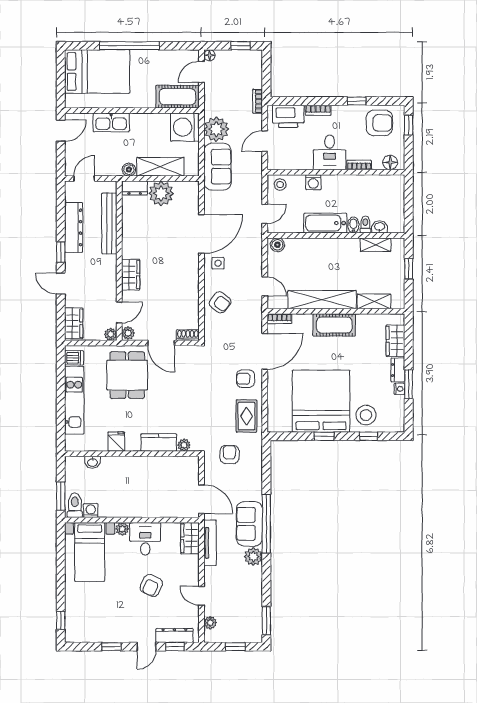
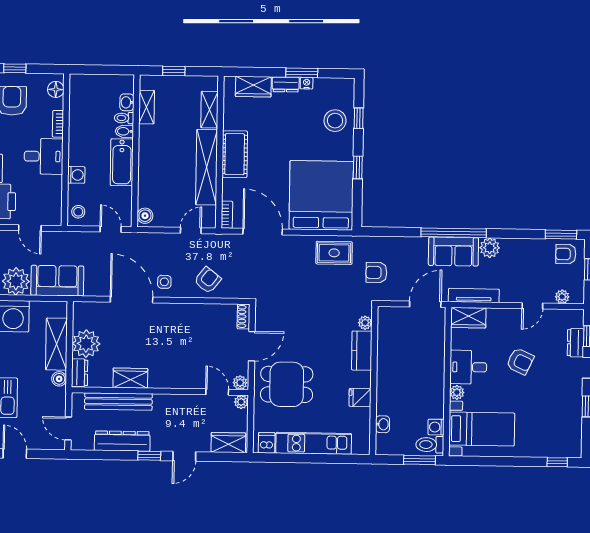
wardrobe: (131, 275) -> (130, 378), moved
armchair: (245, 379) -> (566, 254), moved, turned 89
bed: (321, 401) -> (321, 195), moved, turned 90
dresser: (174, 635) -> (576, 343), width x0.70

